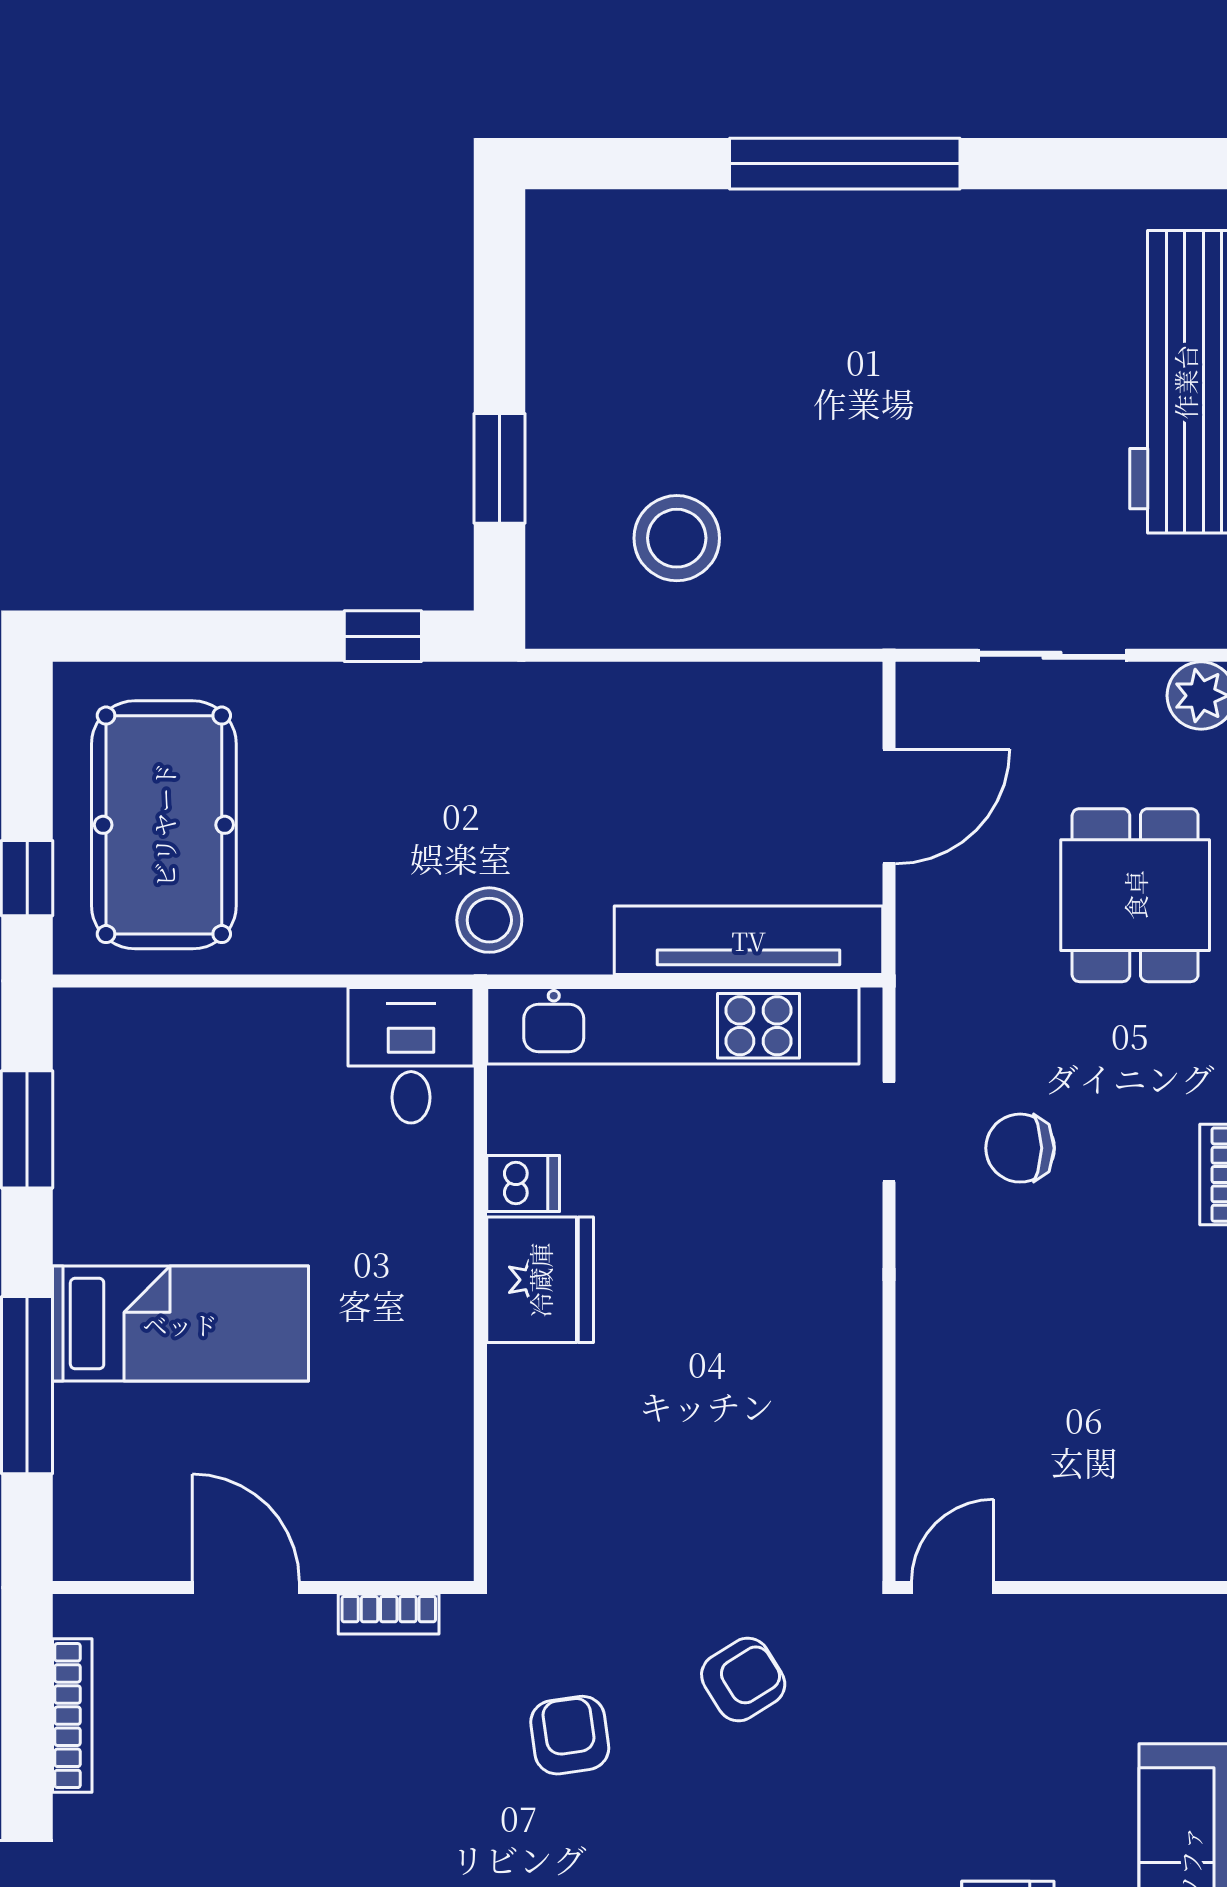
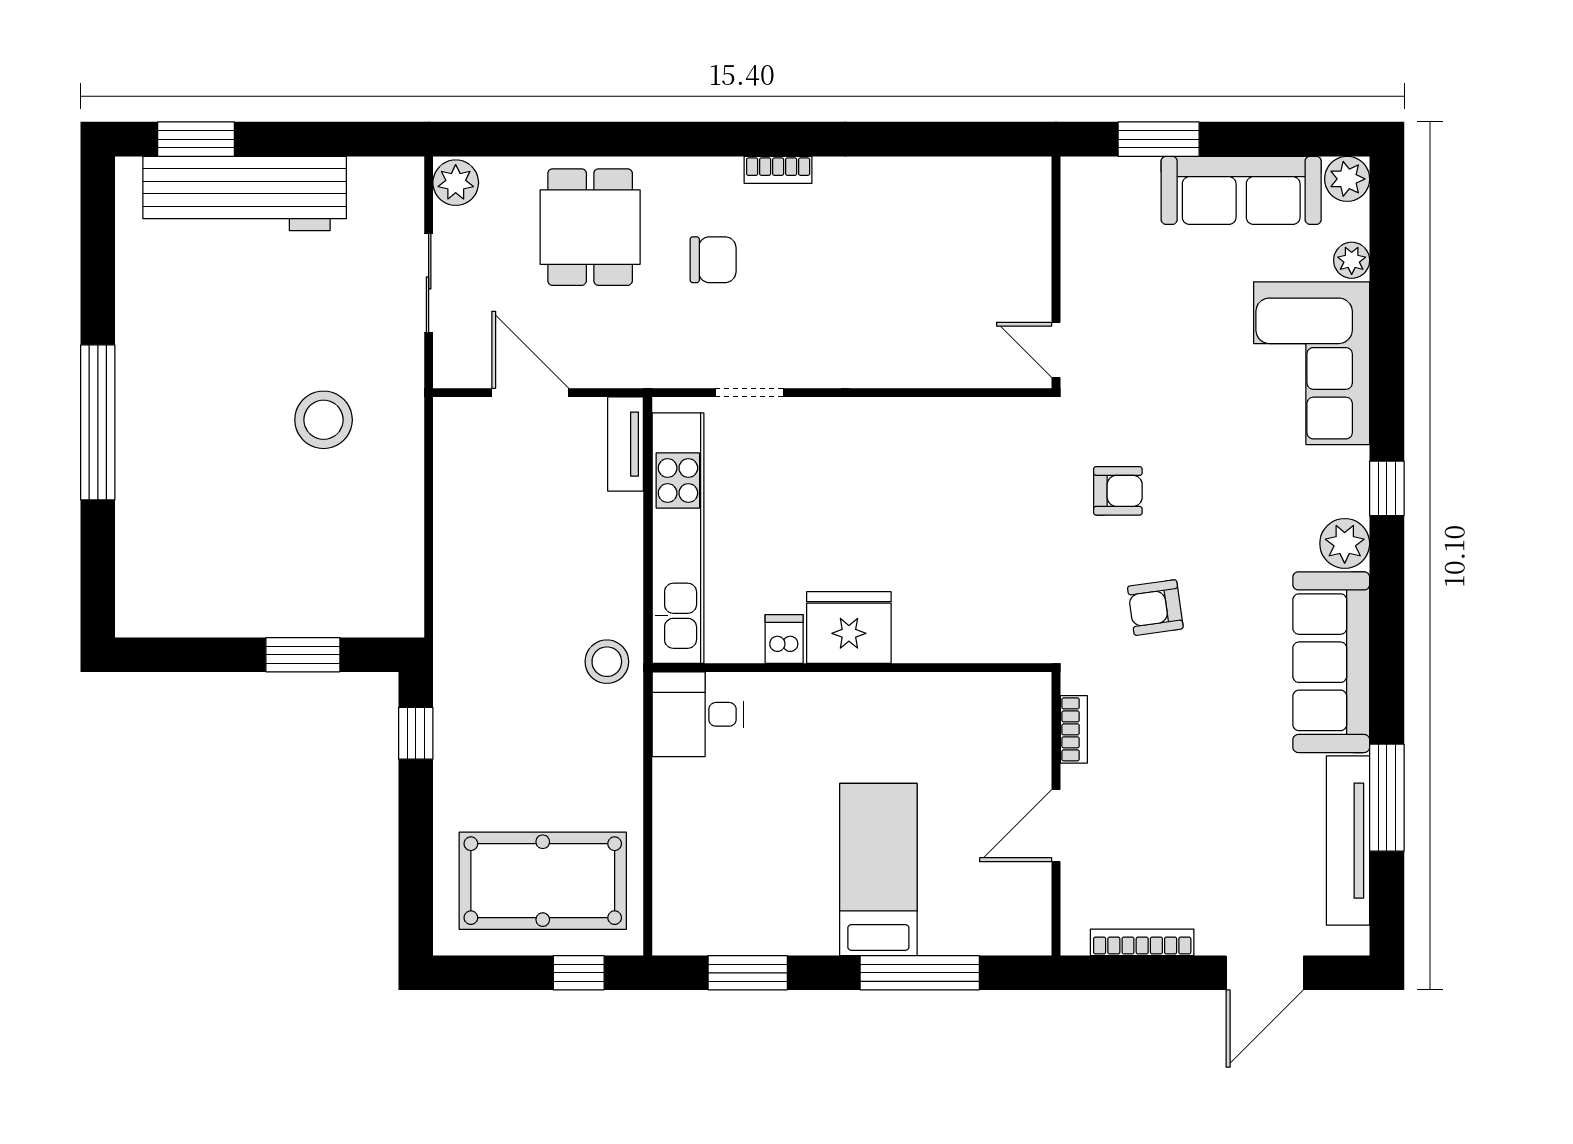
stool: (677, 538) -> (324, 420), moved
dining table: (1135, 895) -> (590, 227), turned 90
tv unit: (749, 940) -> (626, 444), width x0.52, depth x0.78
chair: (1020, 1148) -> (713, 260), moved, turned -90
armchair: (743, 1679) -> (1118, 491), turned 122

